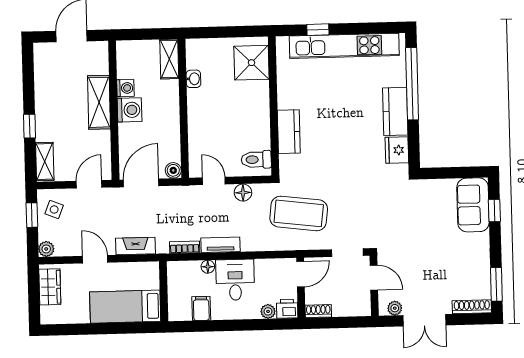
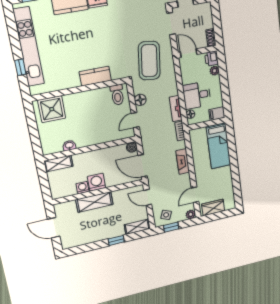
door: (95, 259) -> (195, 195), moved
wall: (164, 291) -> (207, 124), moved
bed: (125, 307) -> (218, 146), moved

